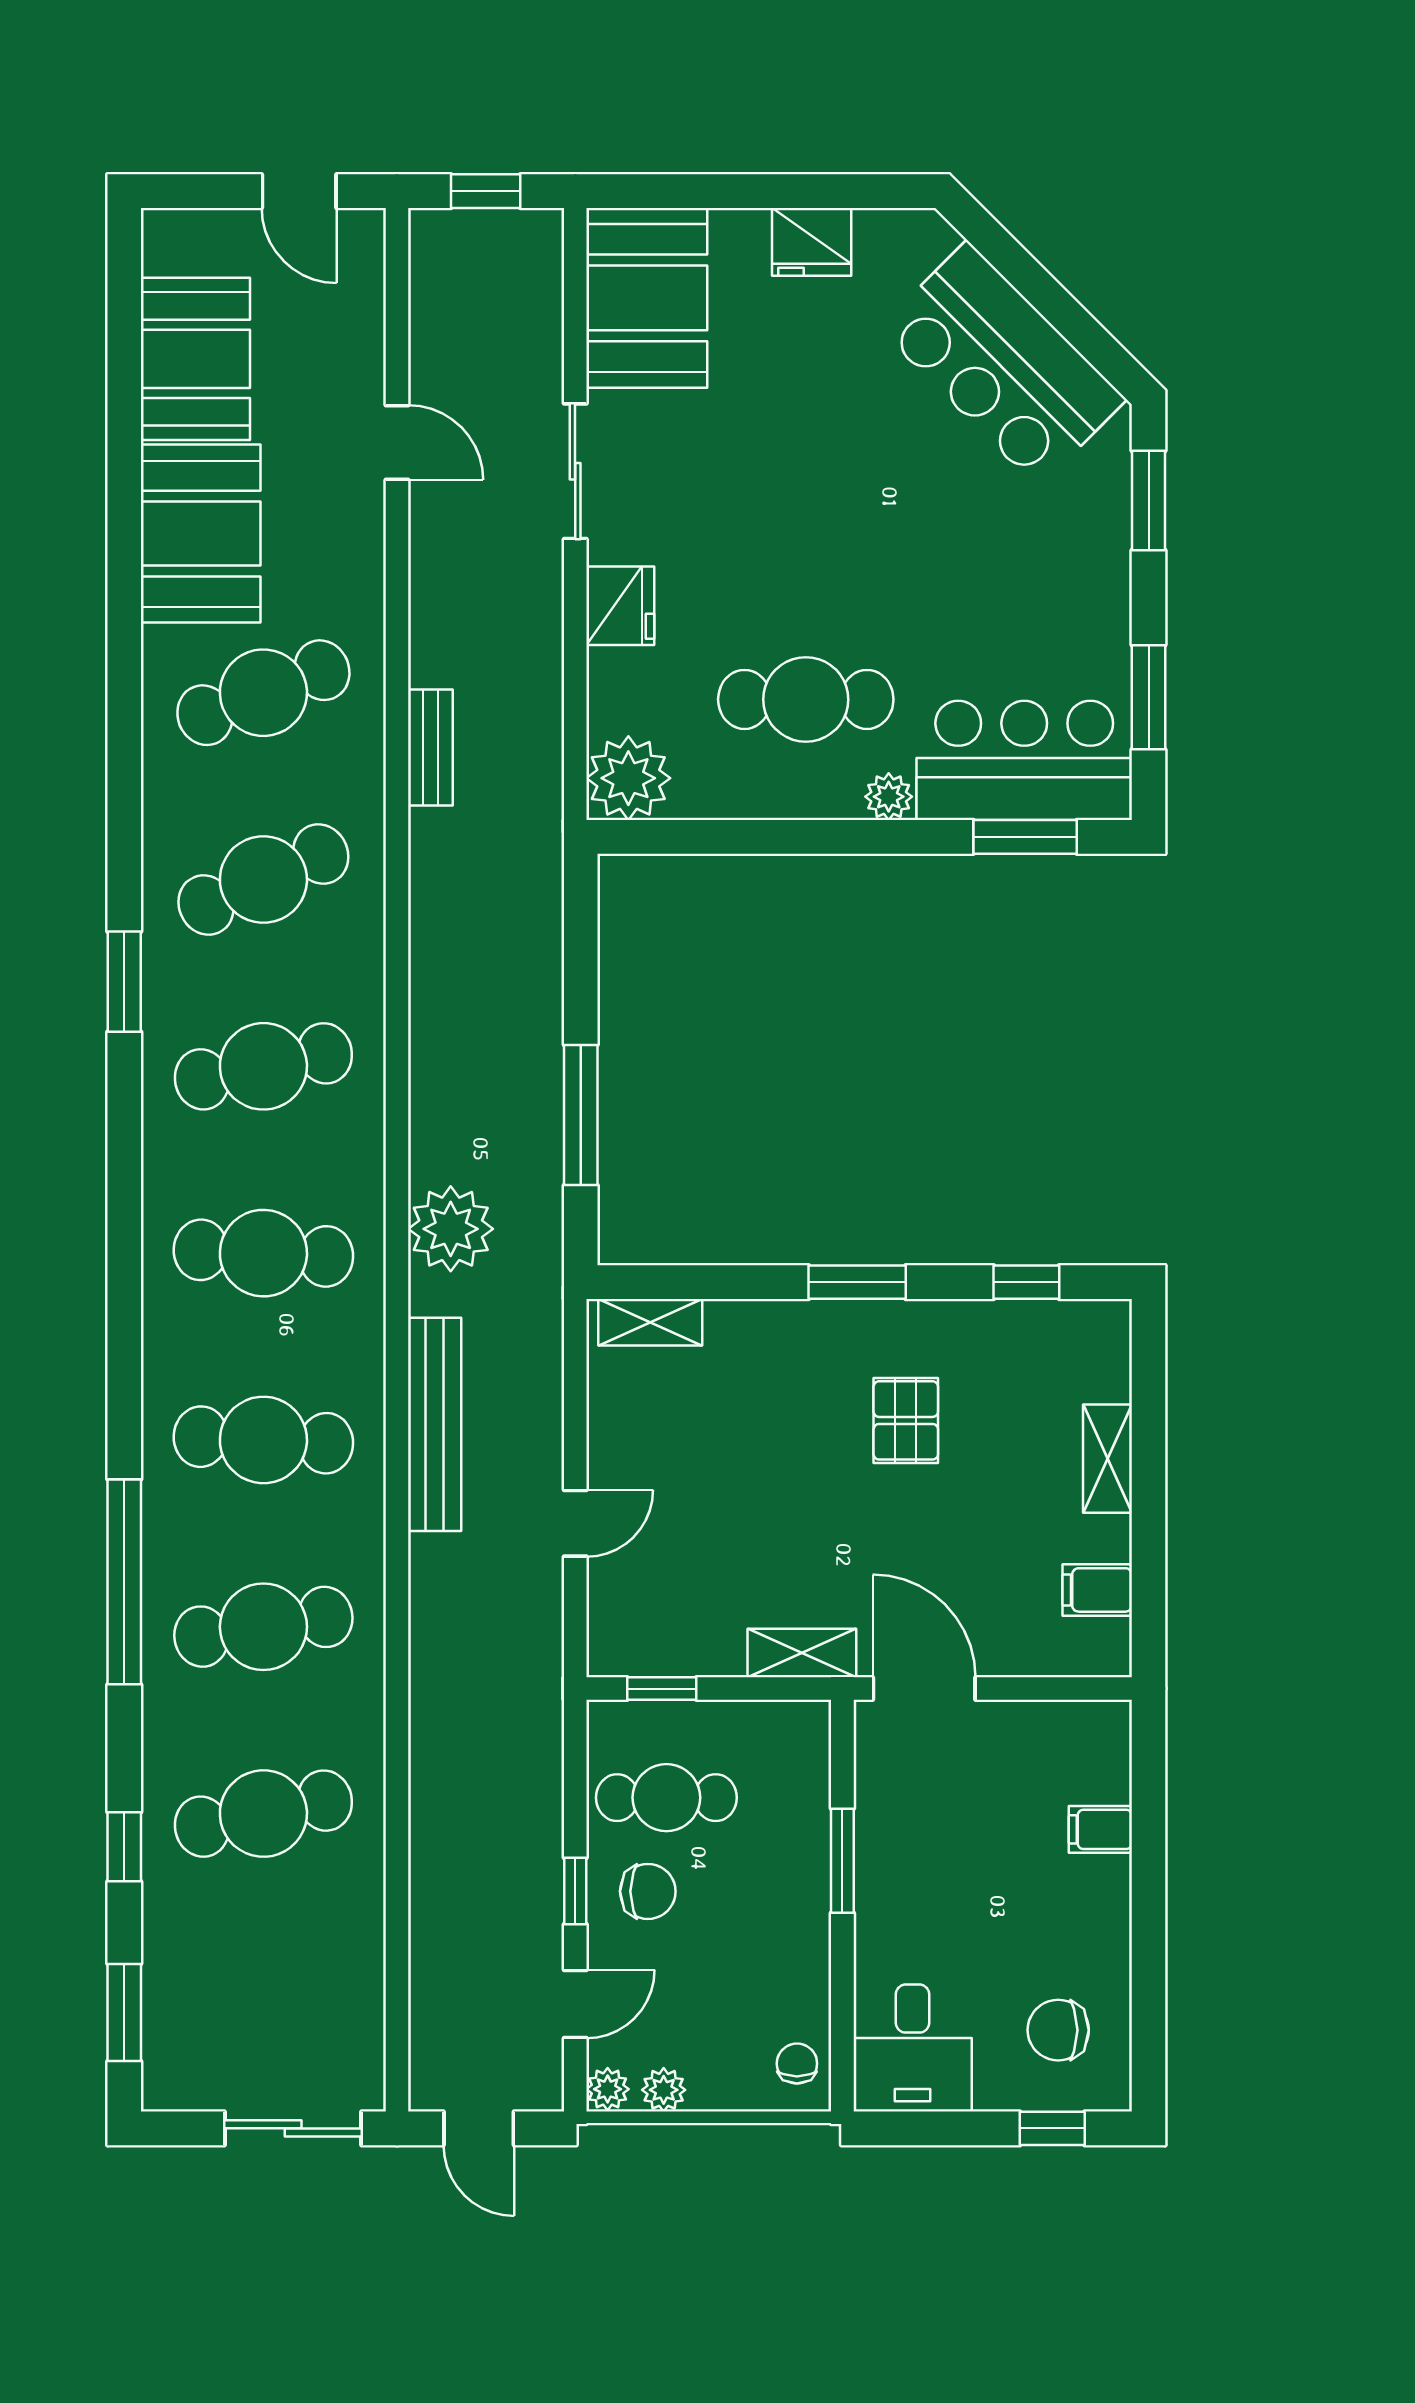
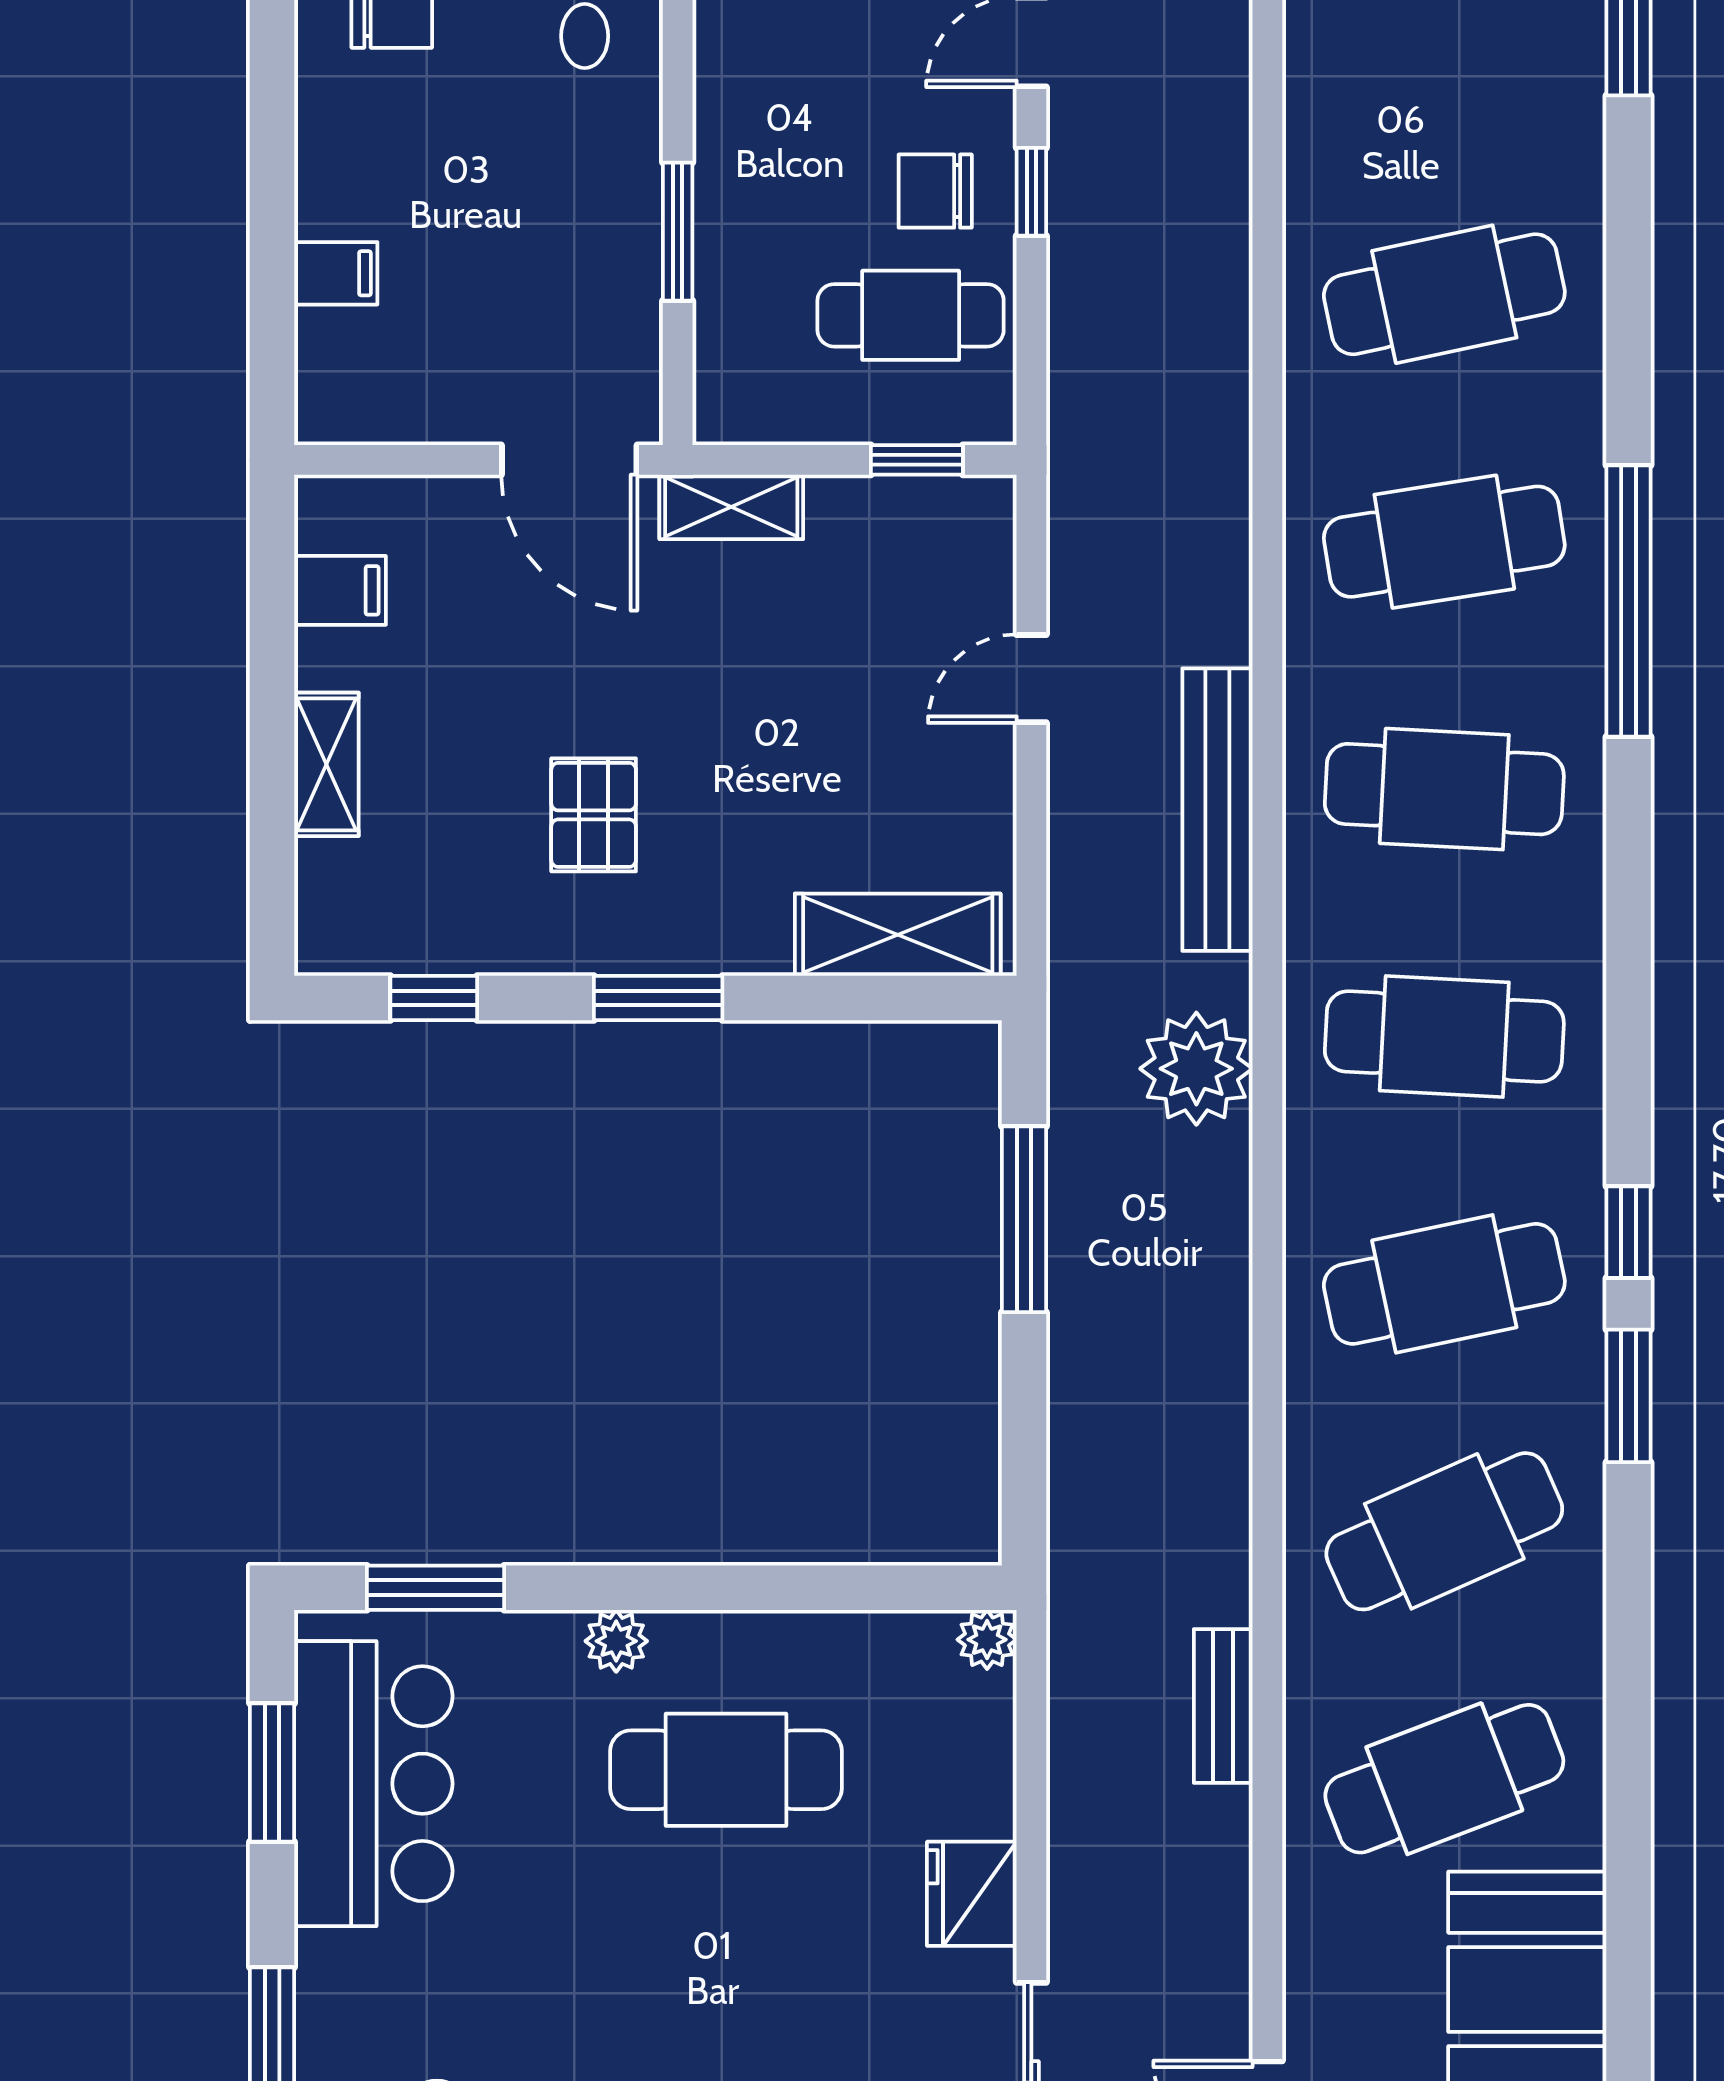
bar counter: (1024, 760) -> (373, 1784), moved, turned -90
plant: (628, 778) -> (987, 1640), width x0.53, depth x0.53
shelving: (650, 1322) -> (898, 935), width x1.50, depth x1.33
window: (124, 1847) -> (1629, 1232), moved

